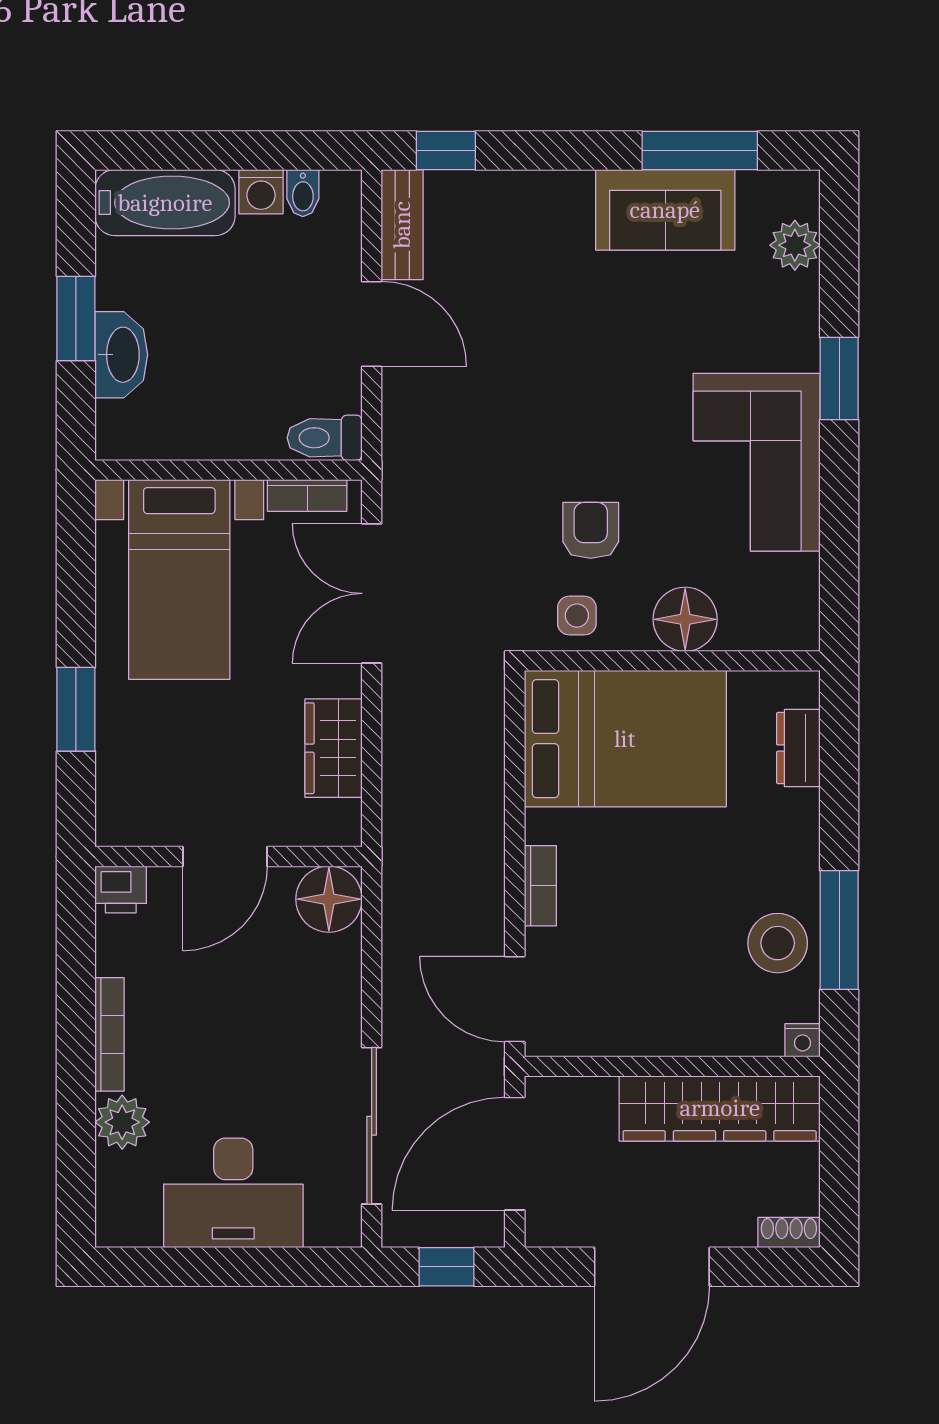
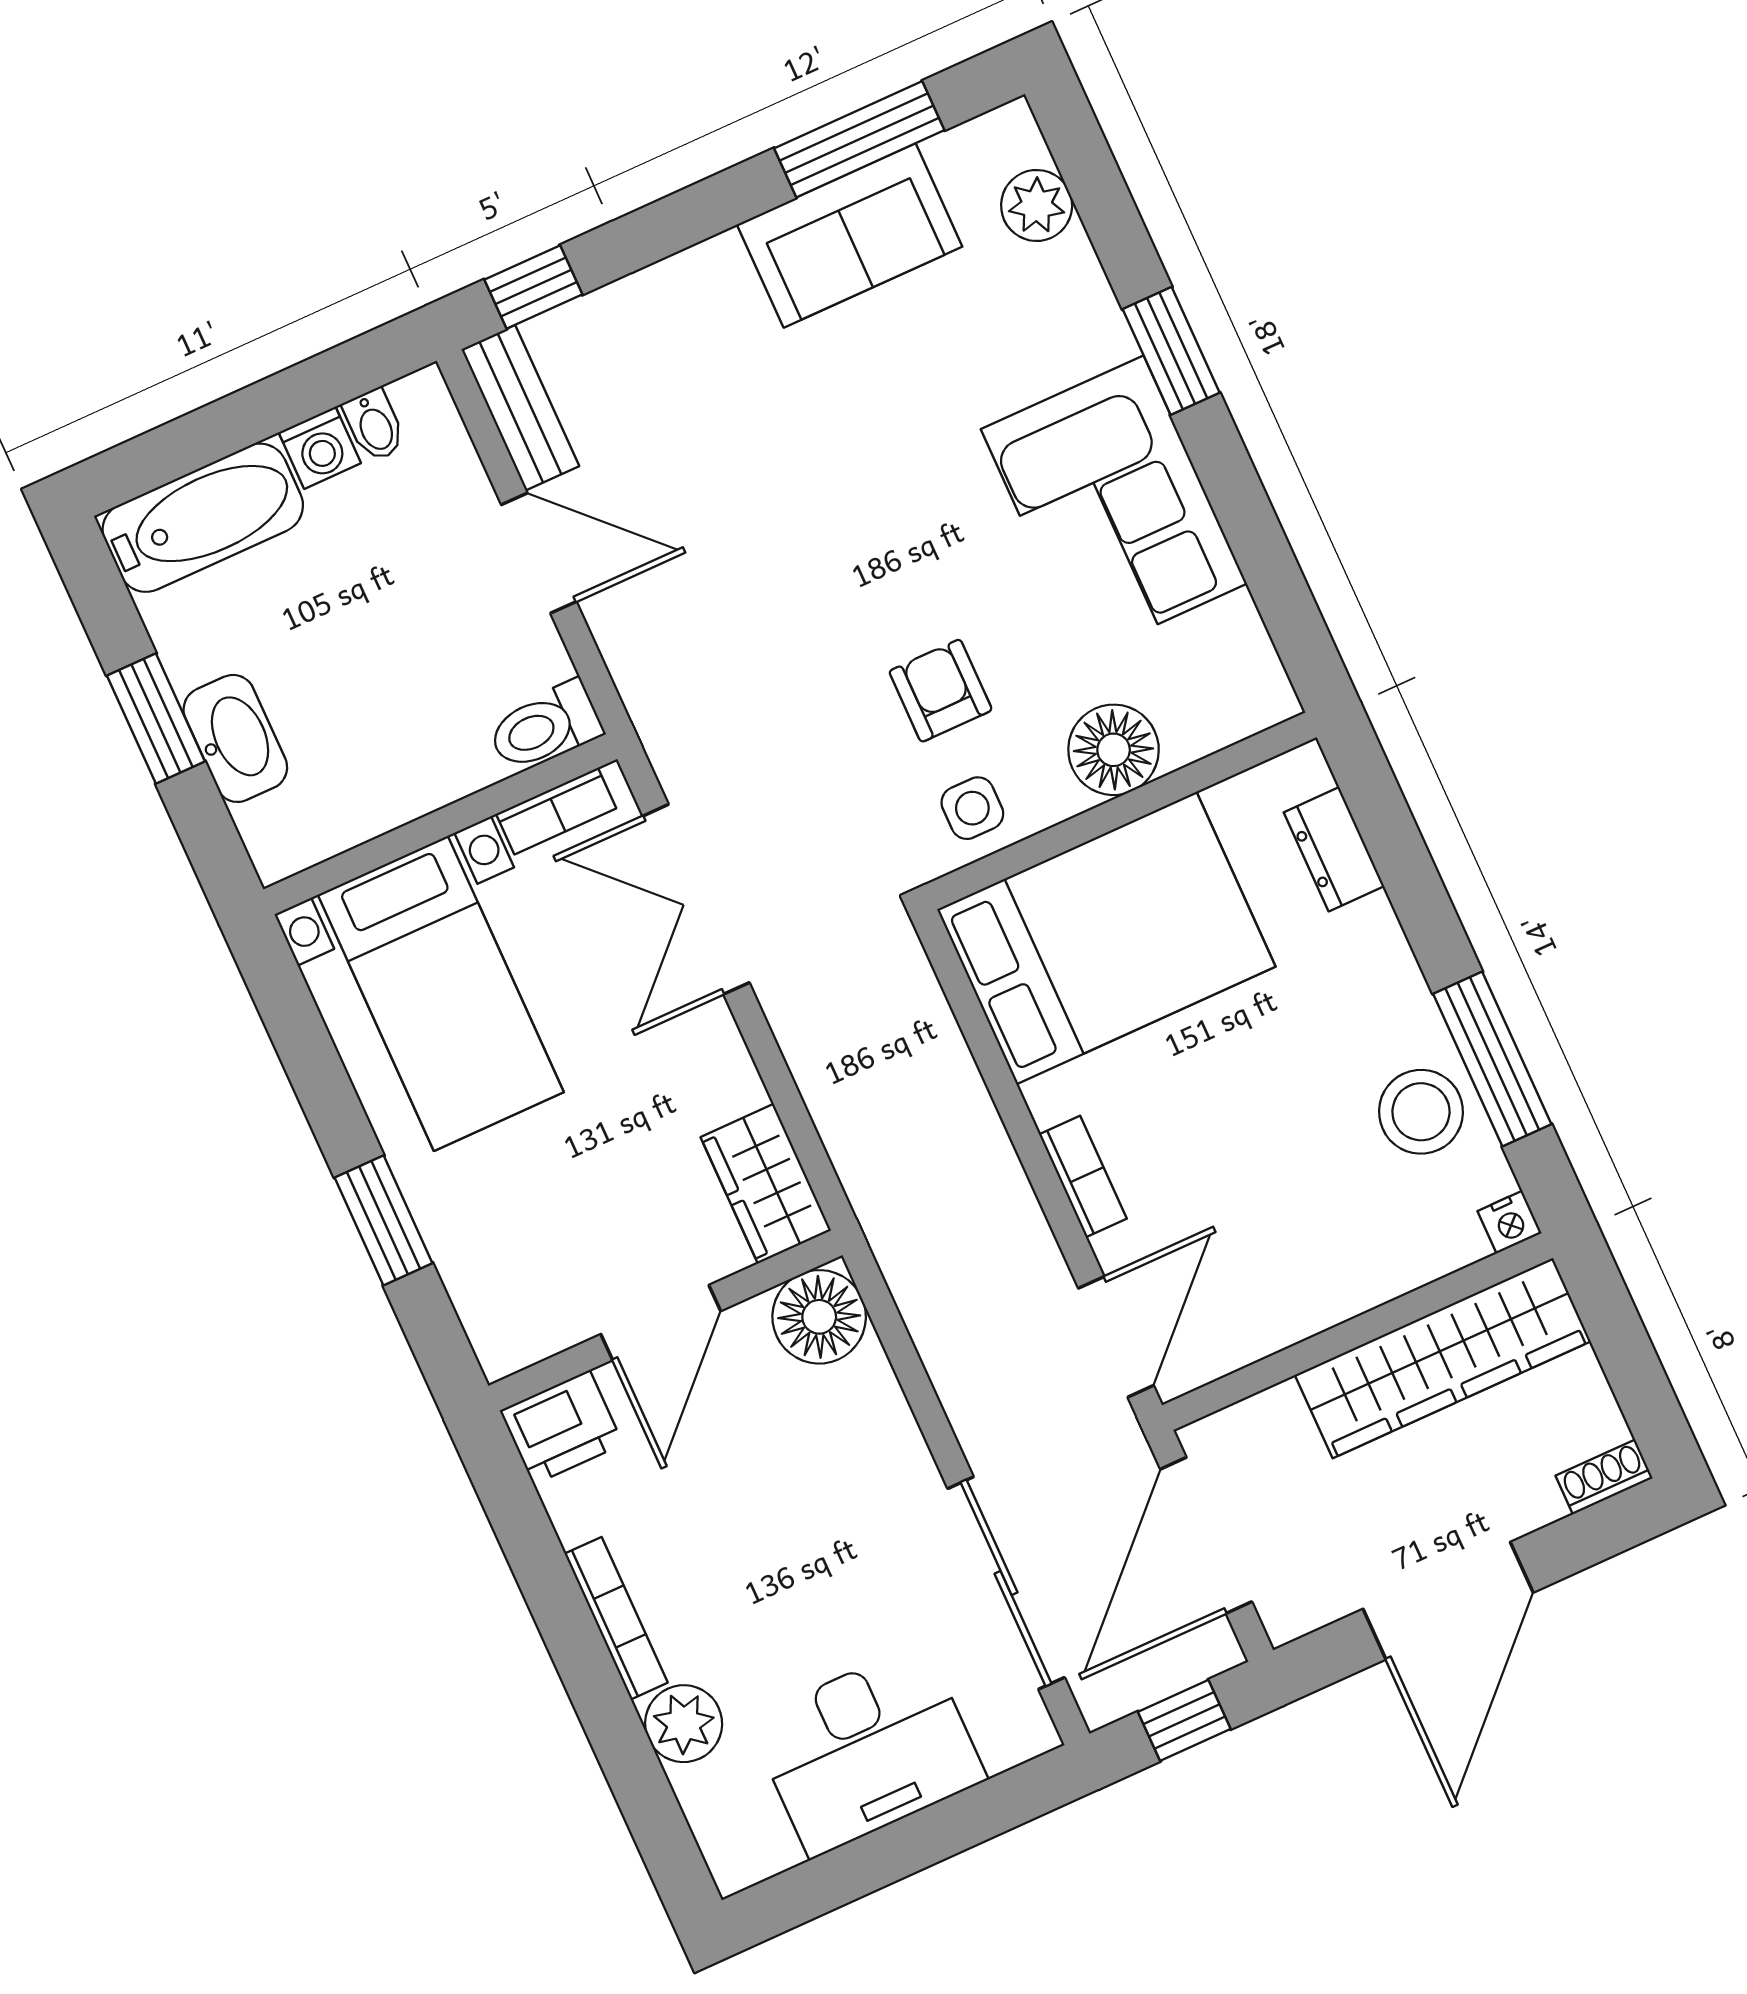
wardrobe: (334, 748) -> (766, 1184), moved
printer: (121, 889) -> (561, 1427), width x1.36, depth x1.24
door: (515, 999) -> (1116, 1337), swing flipped

